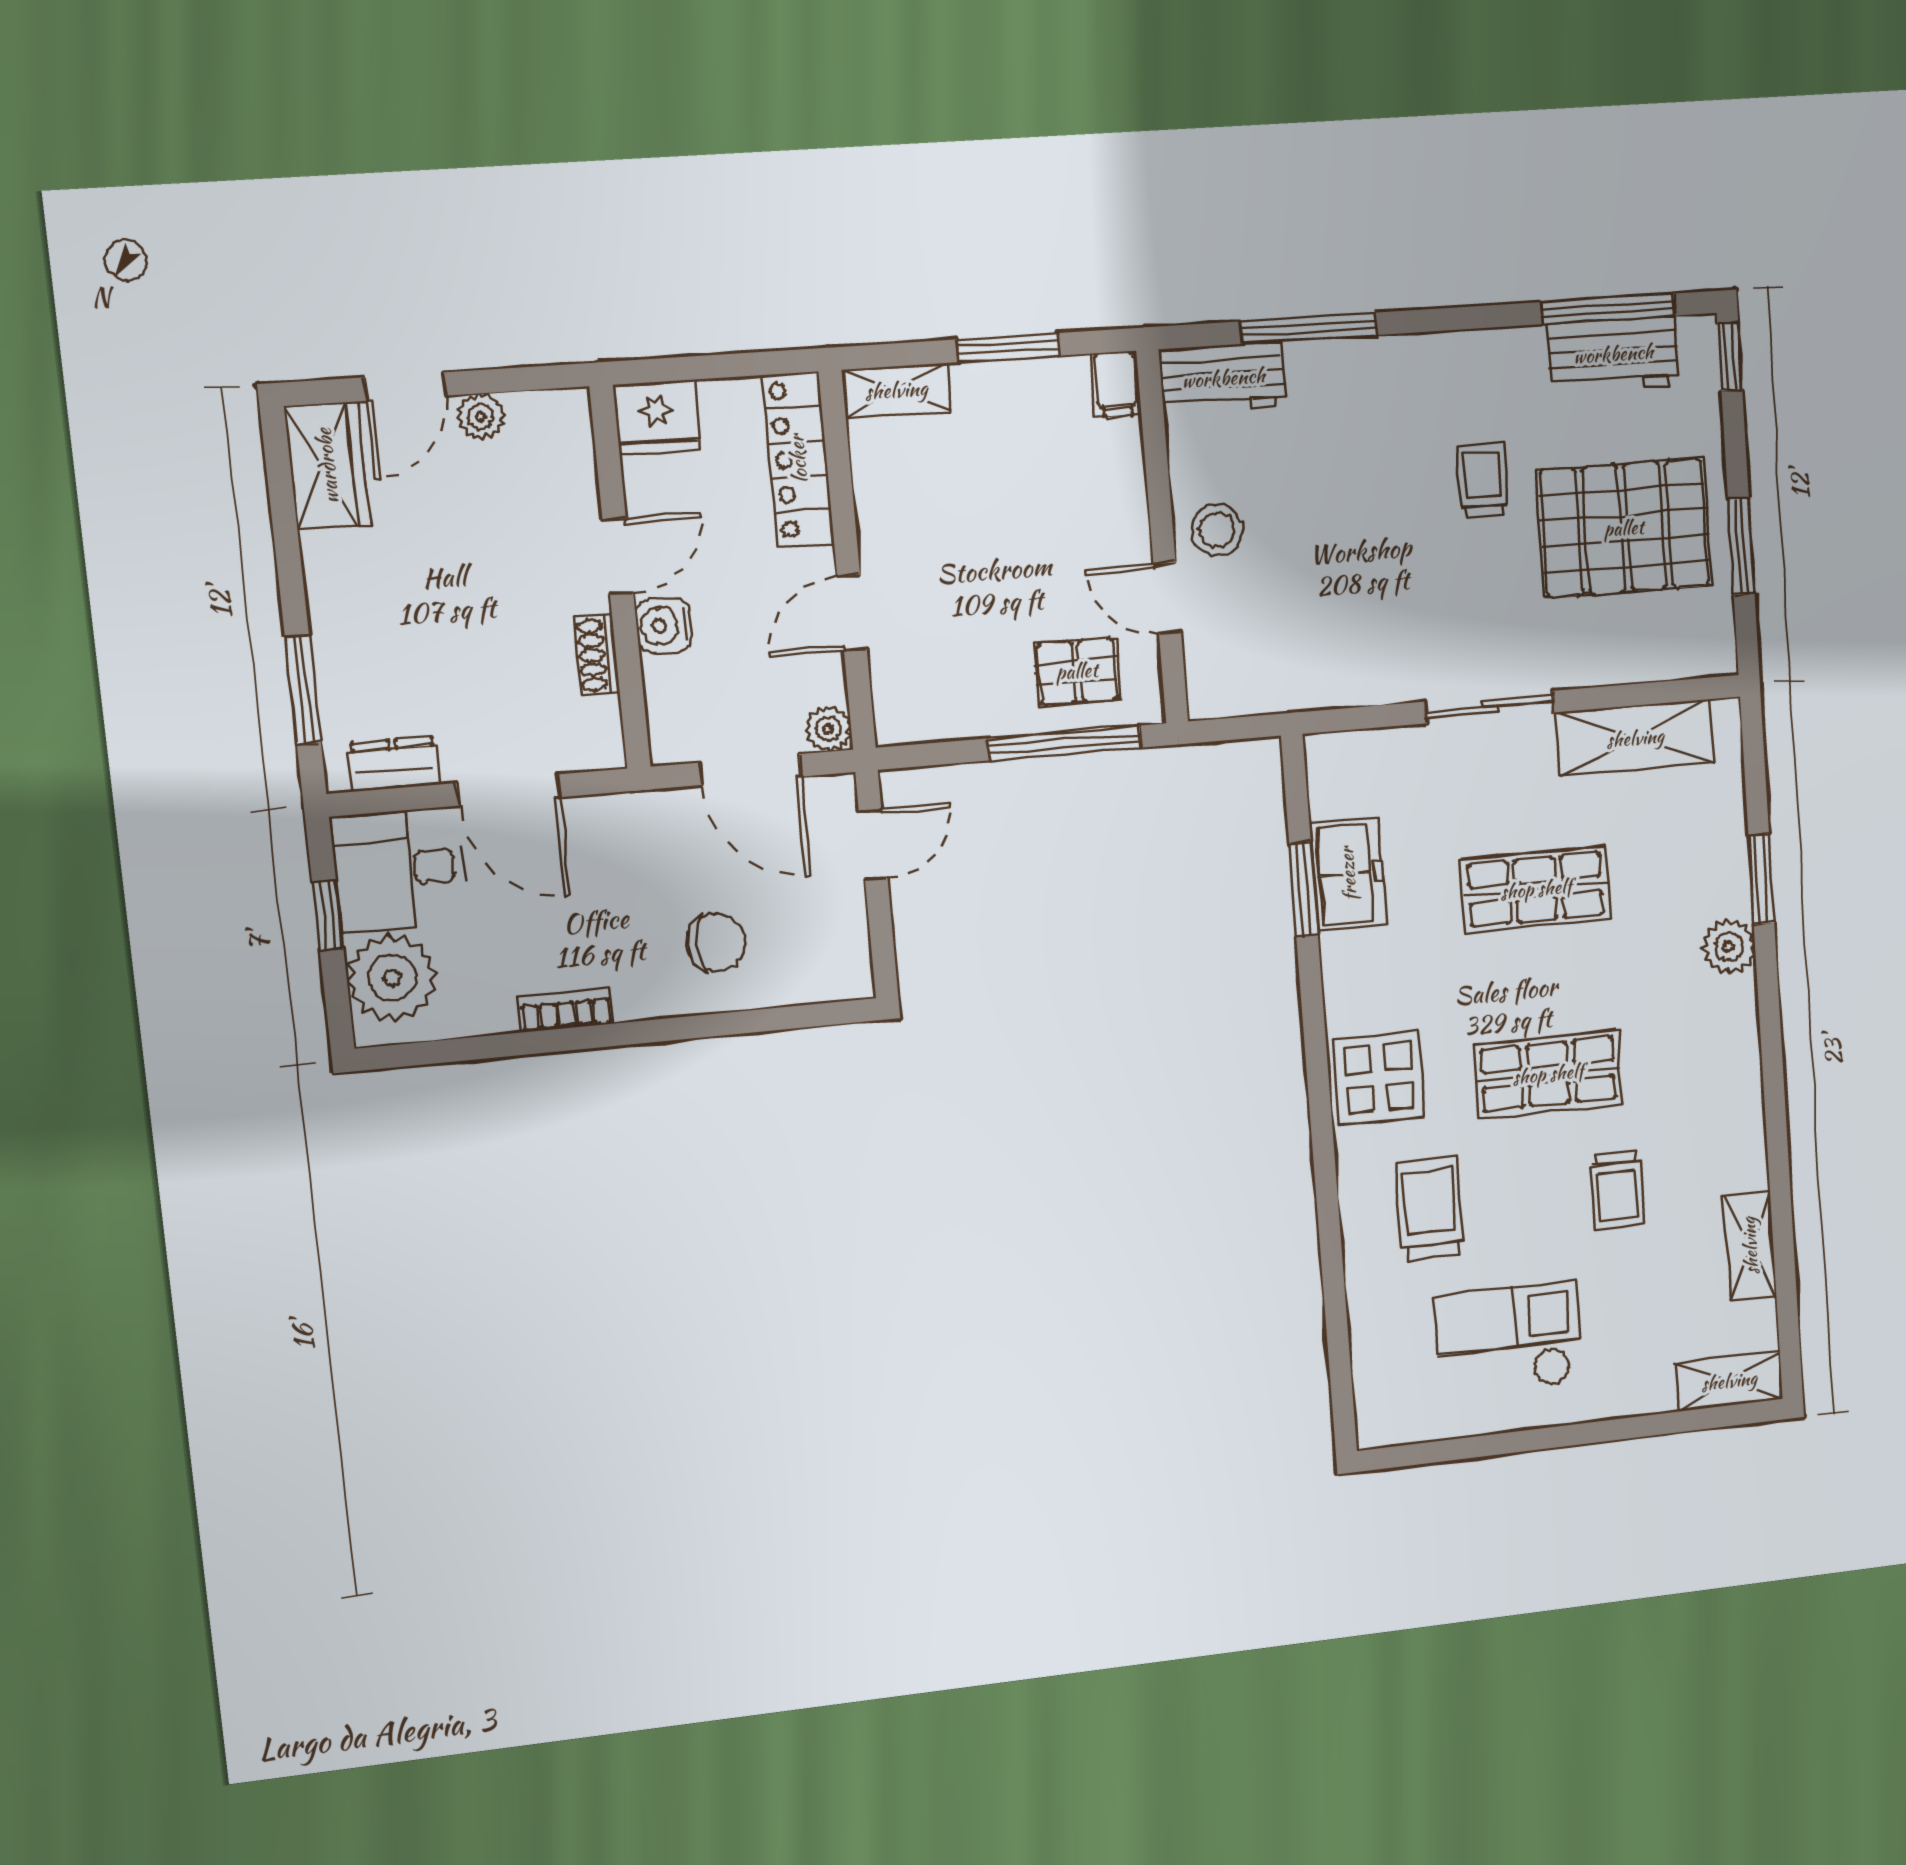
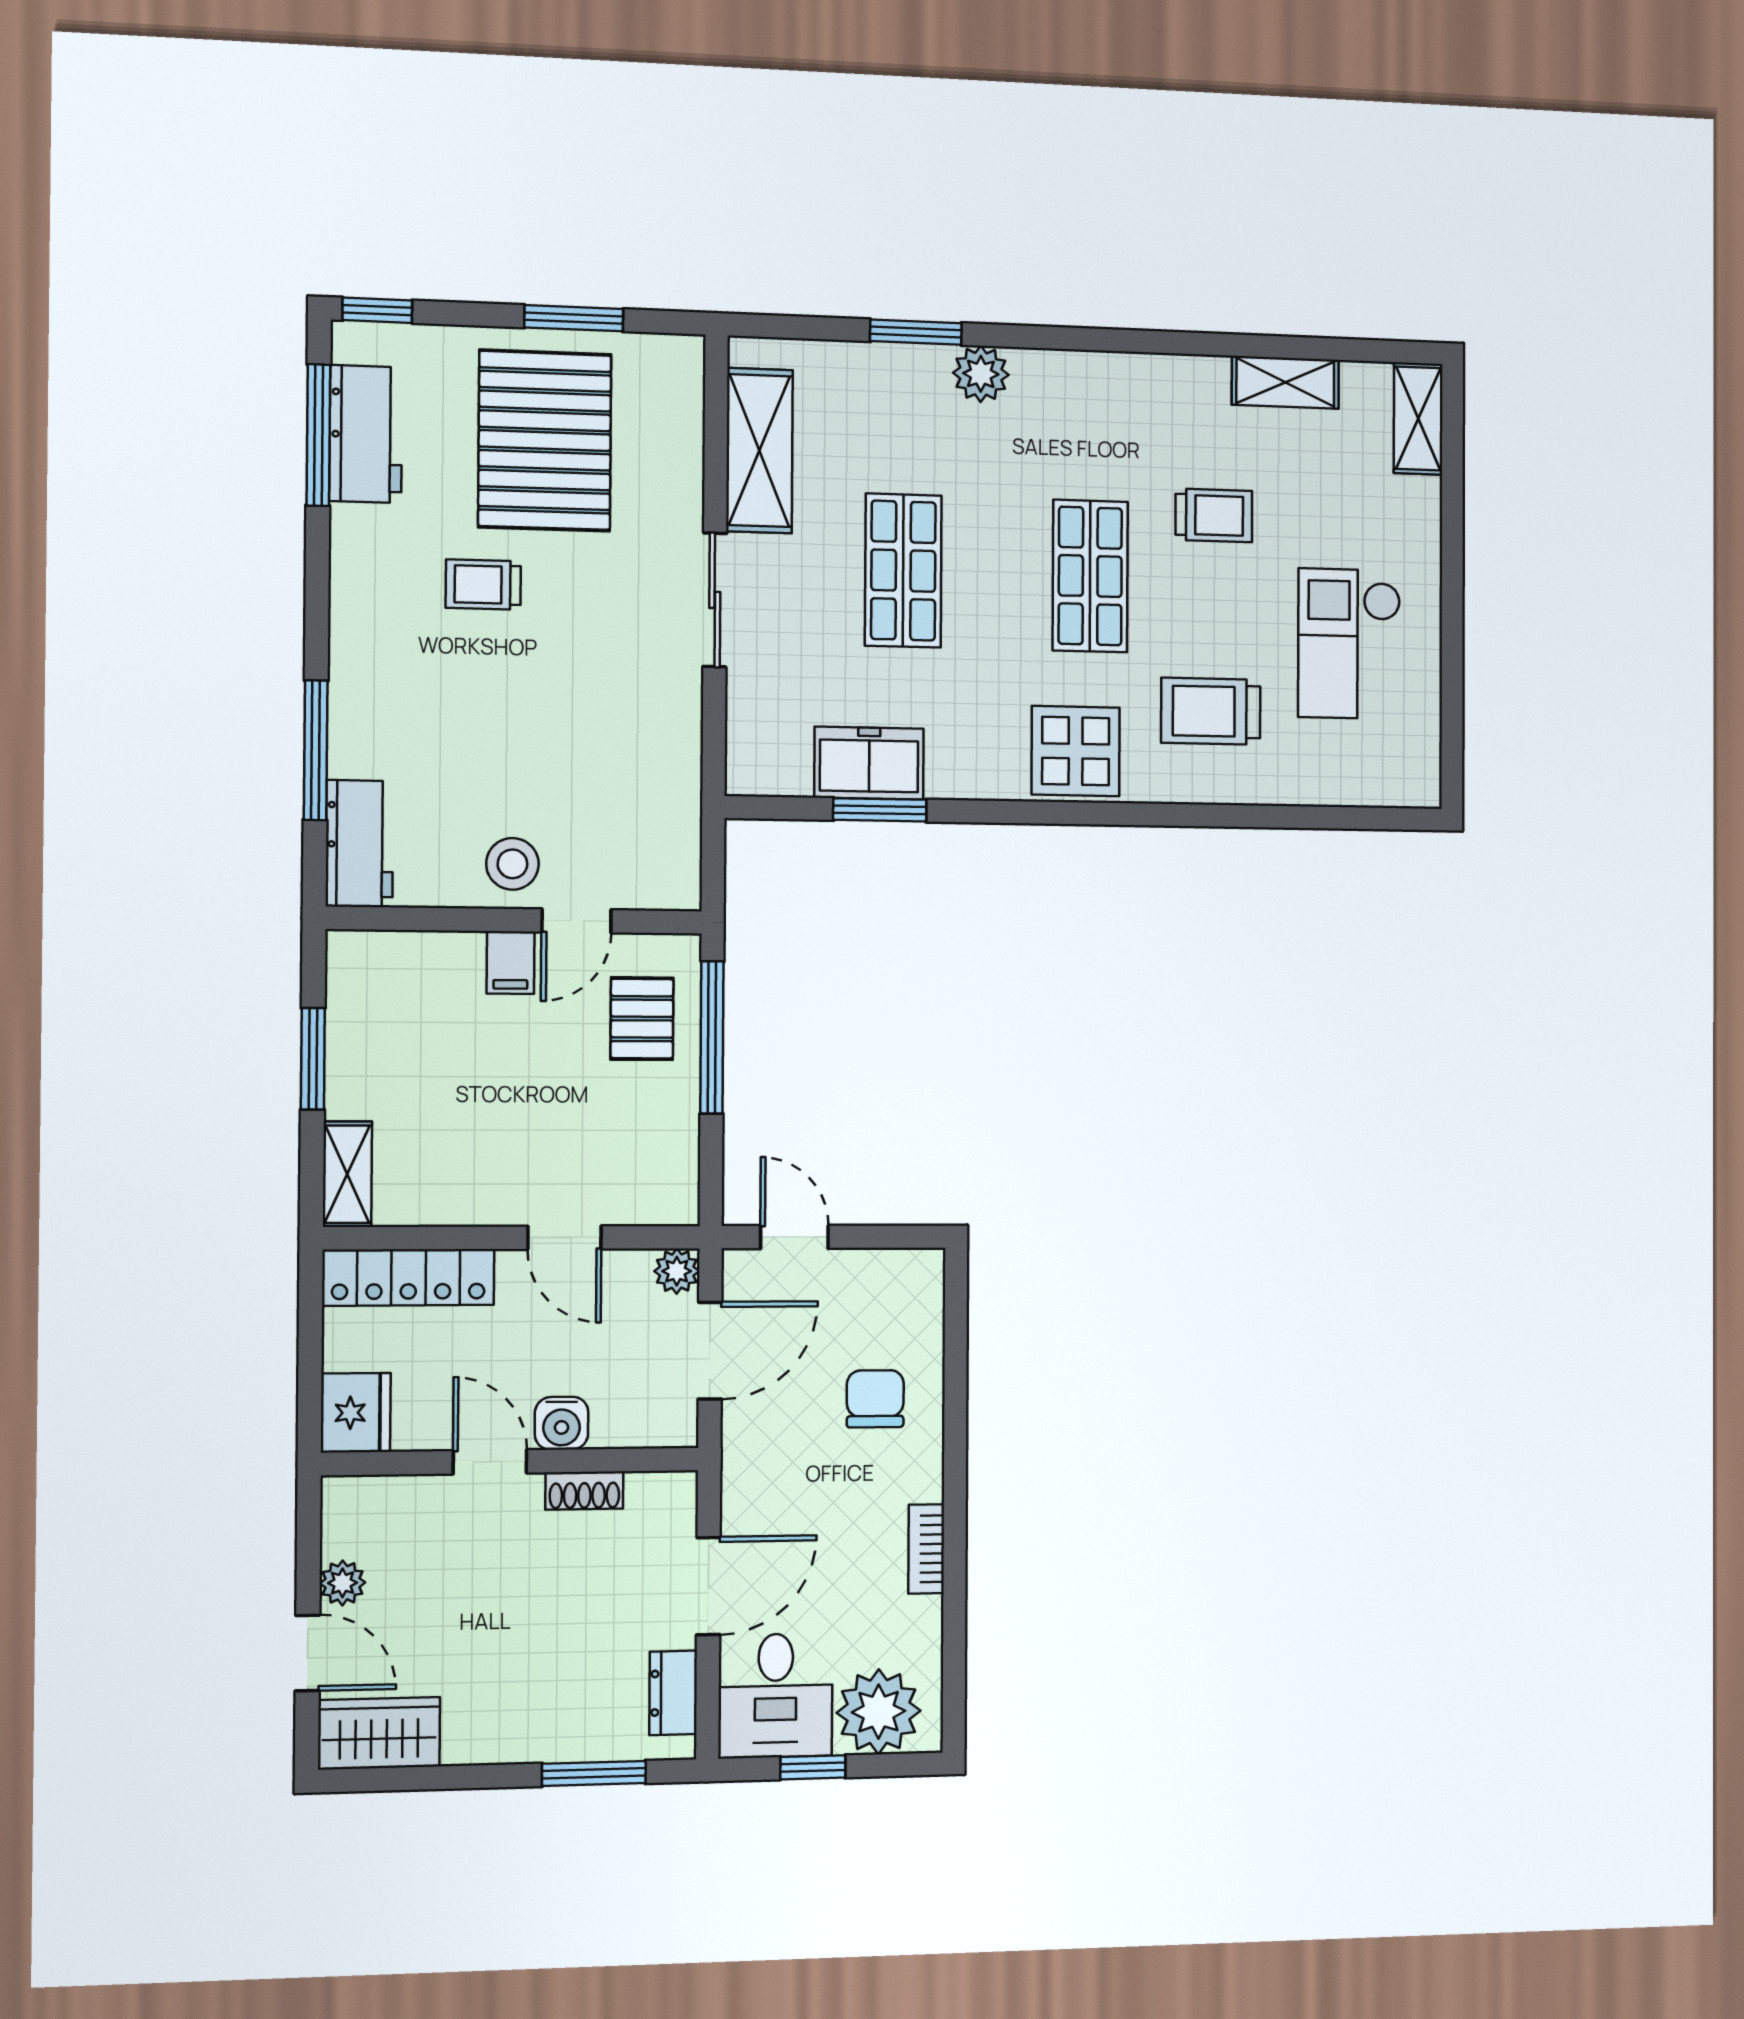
filing cabinet: (1116, 384) -> (511, 963), moved, turned 90

